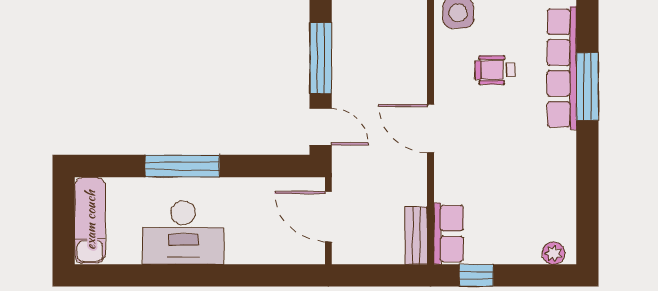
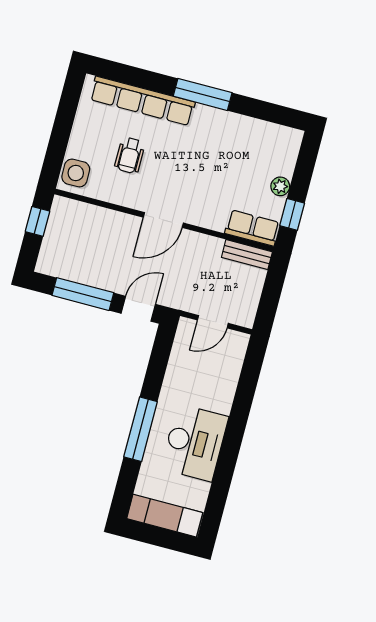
window: (587, 86) -> (203, 94), moved
door: (328, 217) -> (213, 322), width x0.73
plant: (553, 253) -> (280, 186), moved

